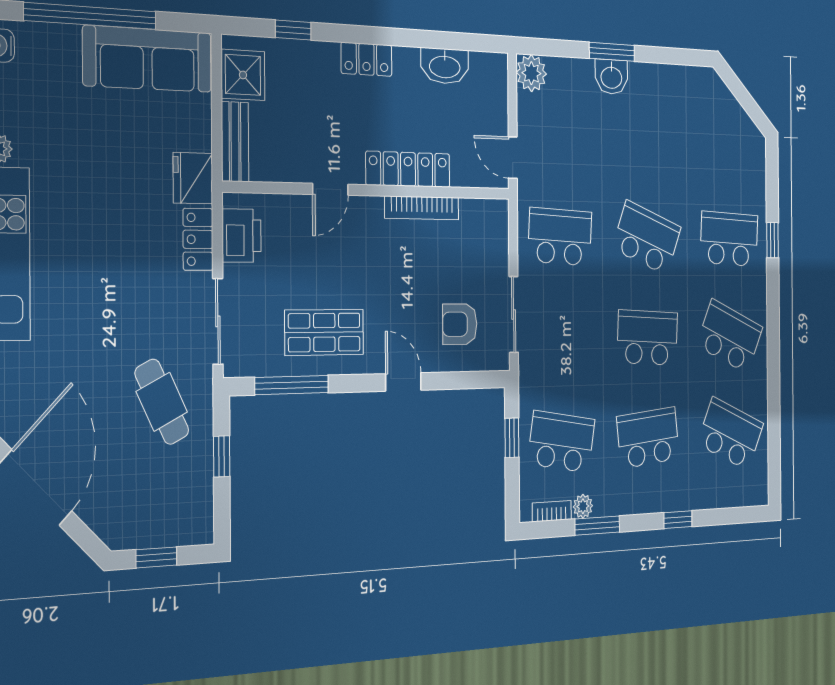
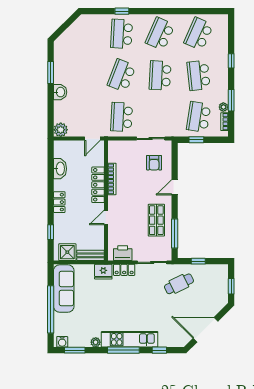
window: (612, 52) -> (51, 73), moved
door: (330, 189) -> (106, 217), swing flipped

